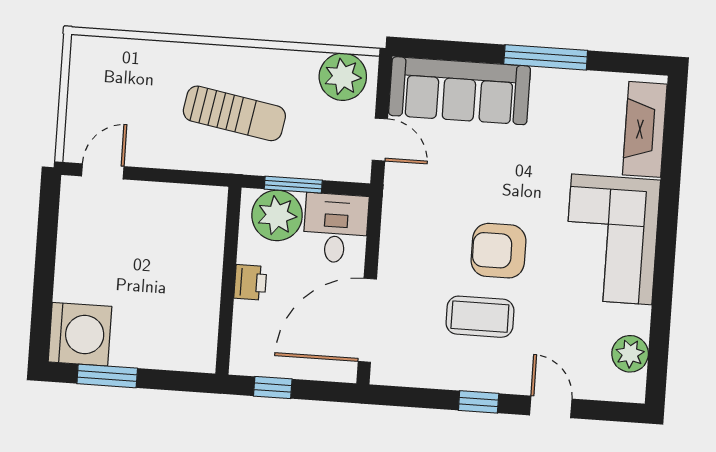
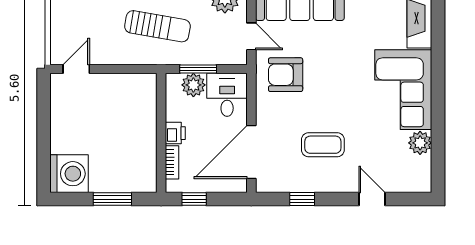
plant: (277, 215) -> (193, 85), width x0.73, depth x0.73
armchair: (499, 251) -> (286, 75), moved
bookcase: (242, 328) -> (172, 162), added
plant: (630, 354) -> (420, 143), moved
window: (107, 376) -> (112, 199), moved
window: (479, 402) -> (302, 199), moved

